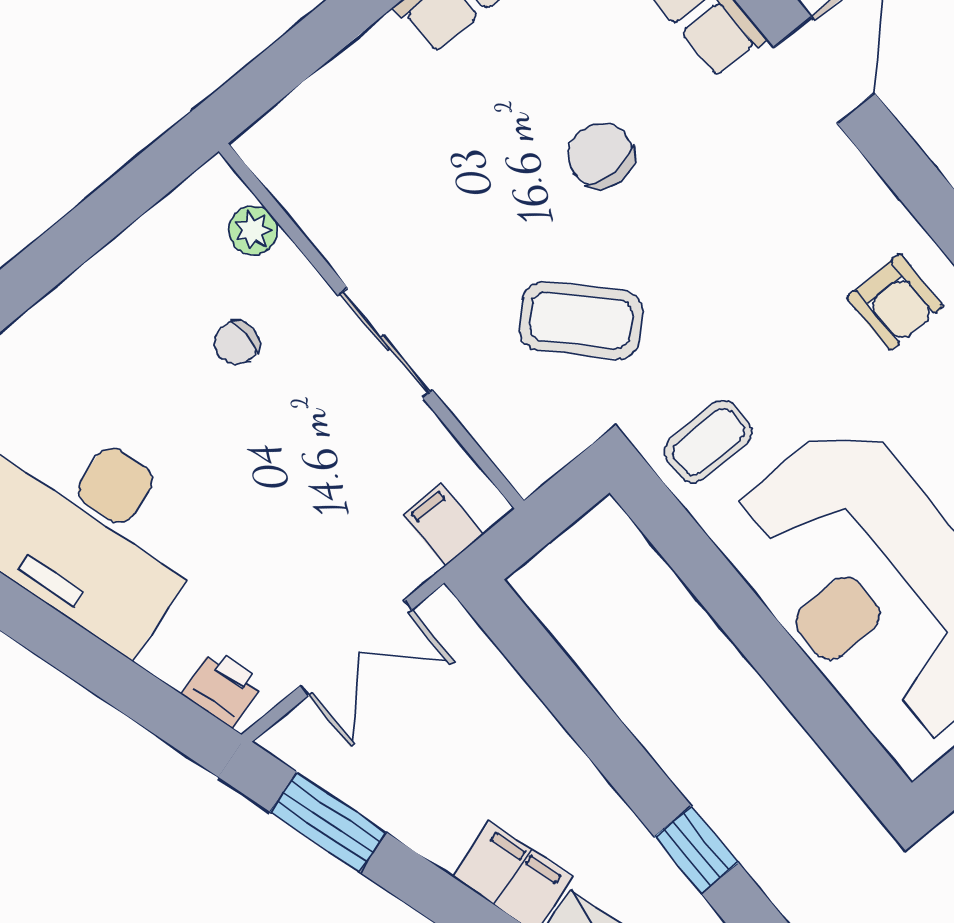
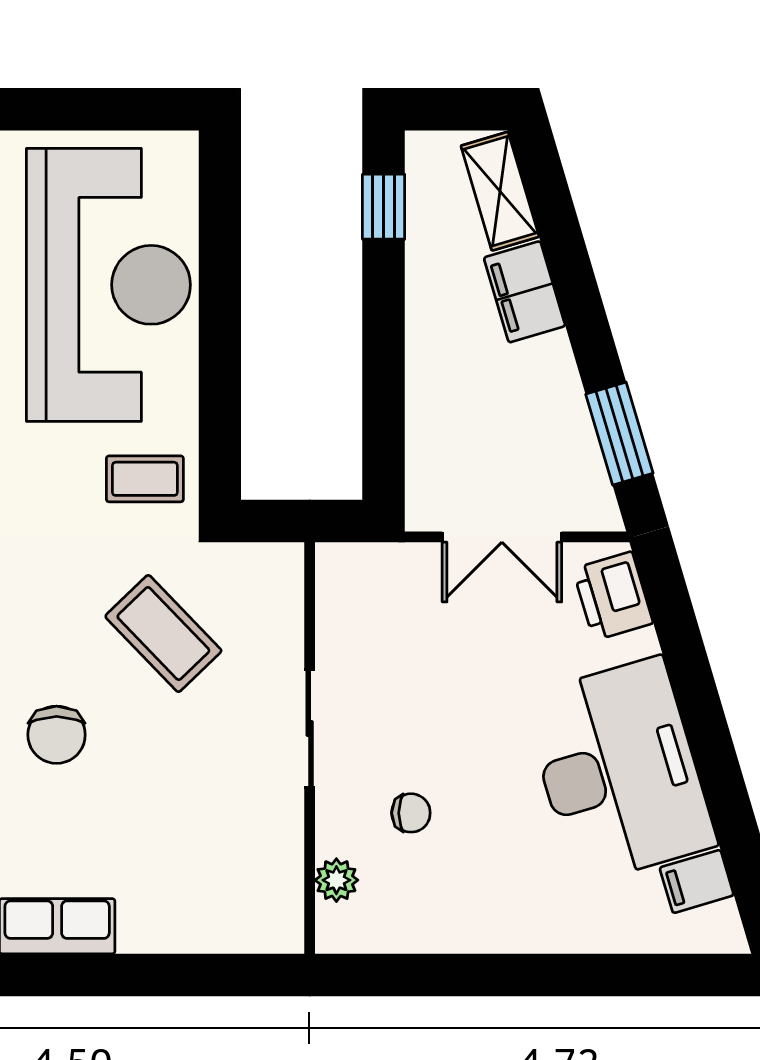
filing cabinet: (443, 525) -> (373, 572), removed
double door: (356, 648) -> (502, 537), swing flipped
printer: (223, 688) -> (613, 596), width x1.36, depth x1.24

